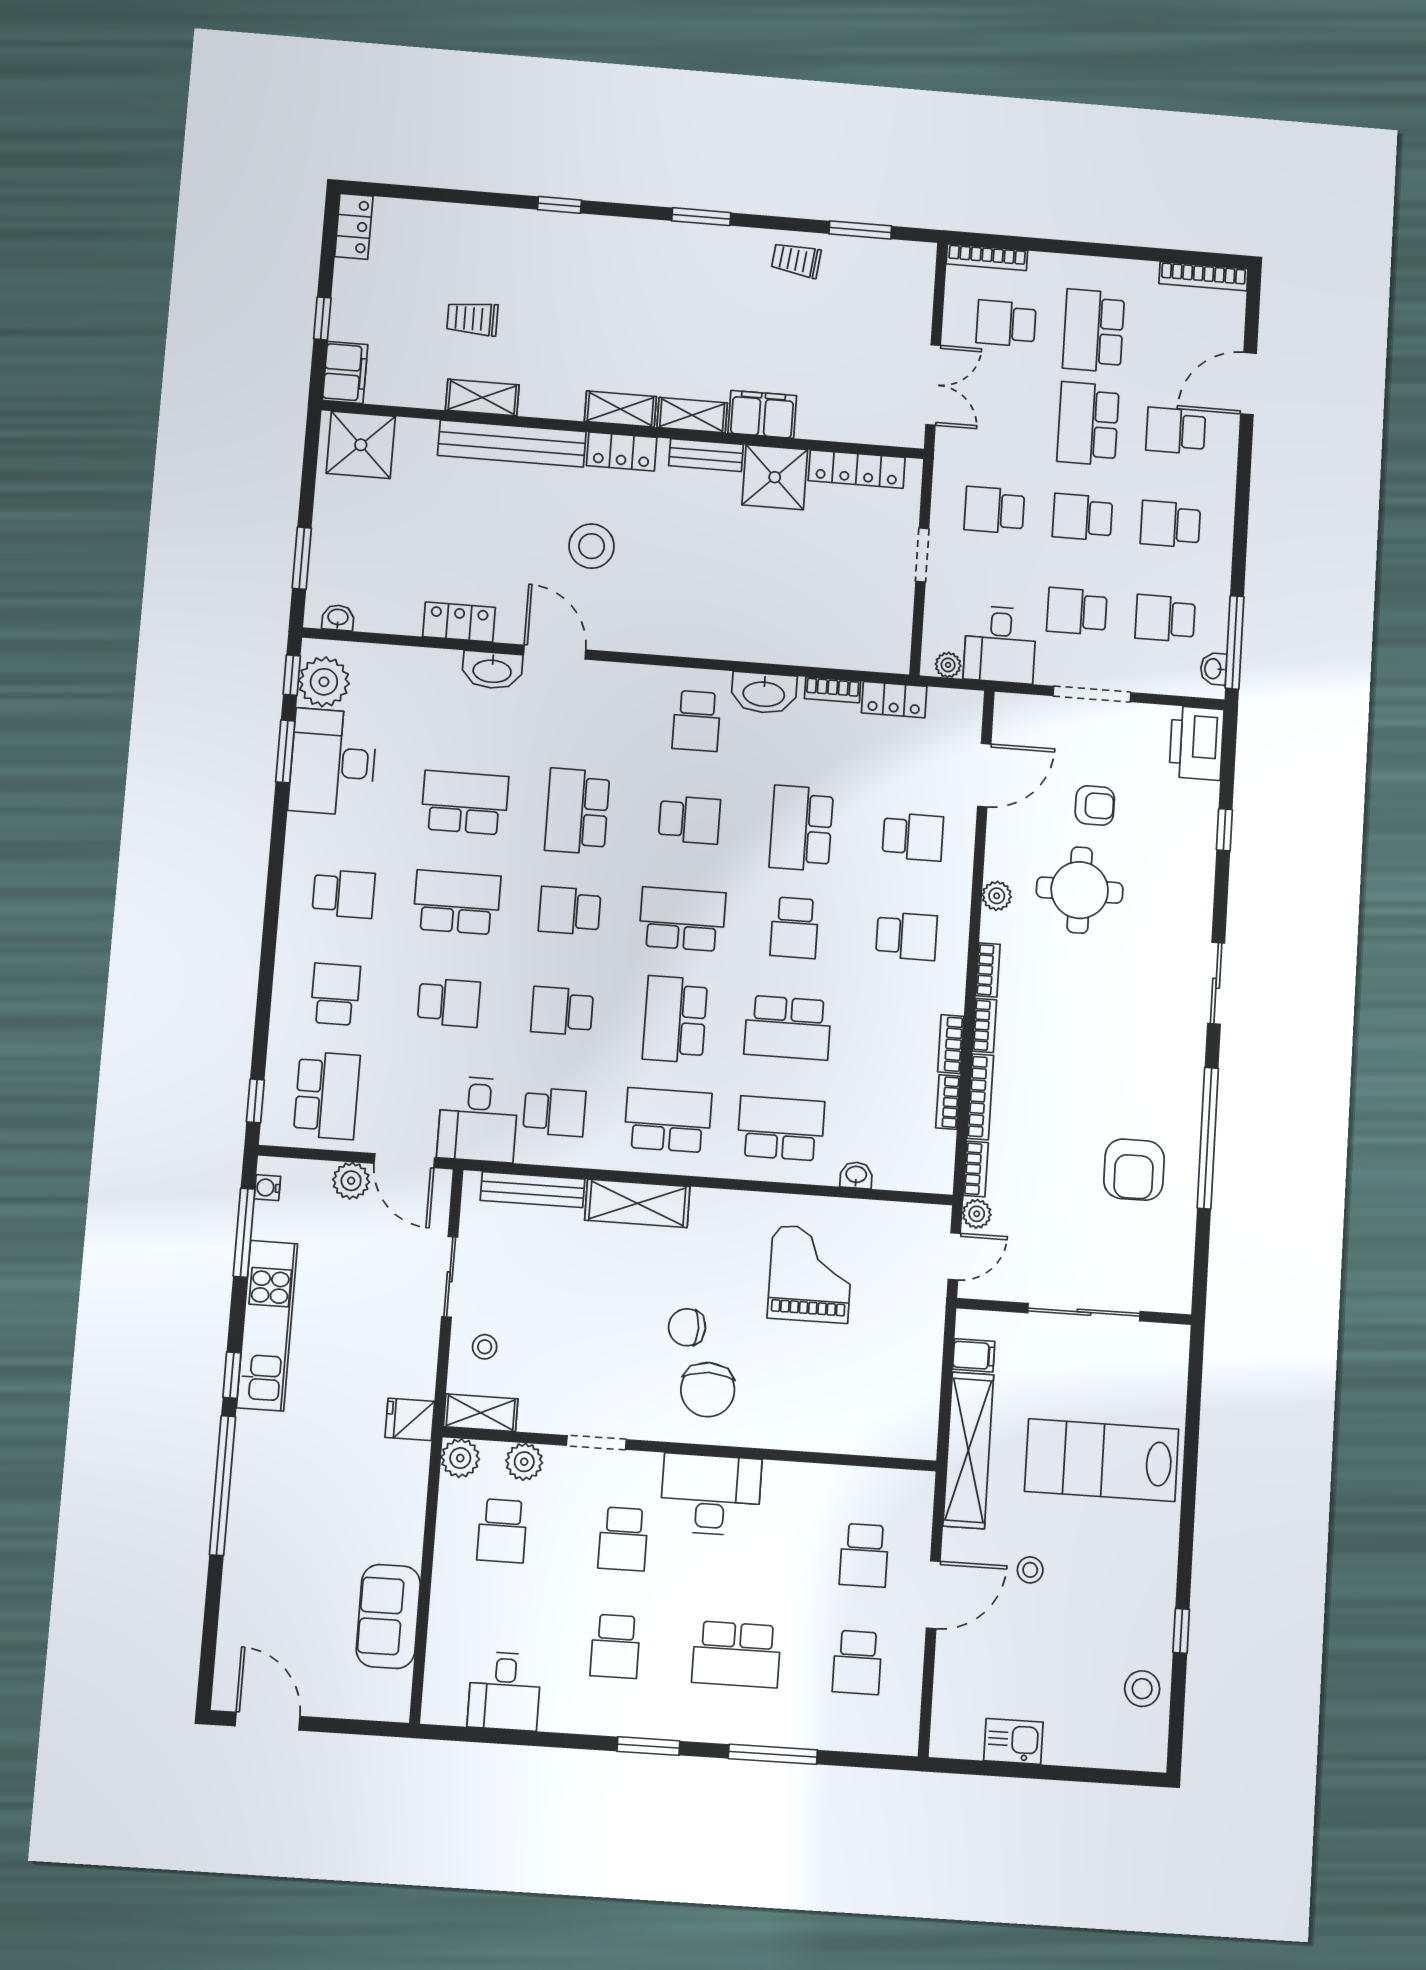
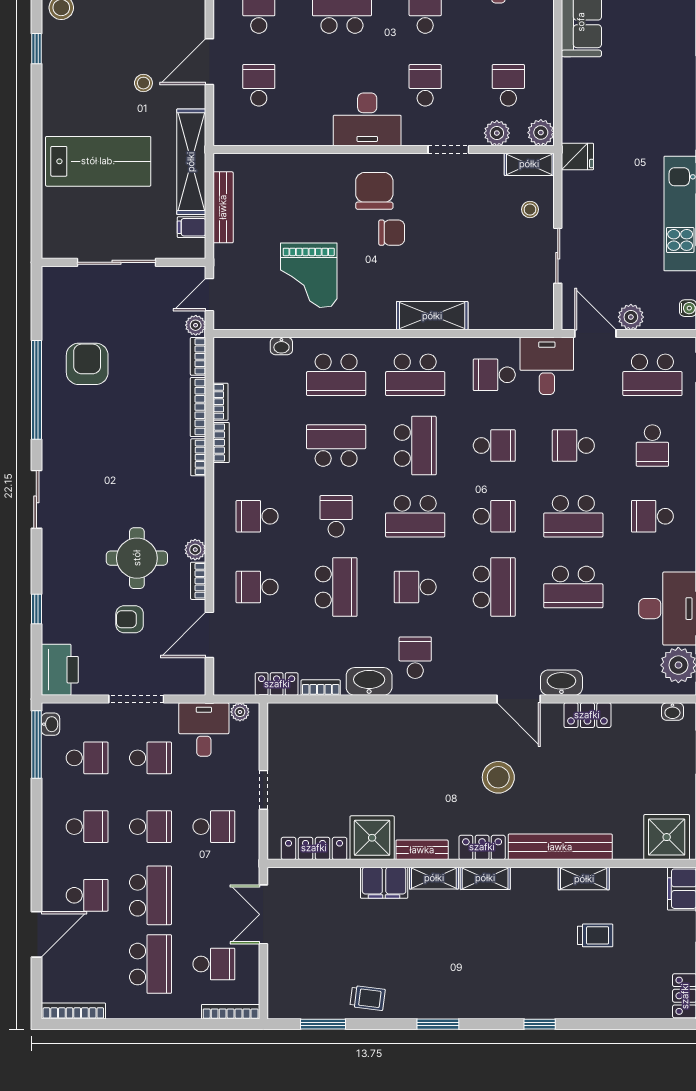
bookcase: (988, 970) -> (198, 581), moved
school desk: (327, 1095) -> (652, 375), turned -90
bench: (533, 1190) -> (223, 207), moved, turned 90

